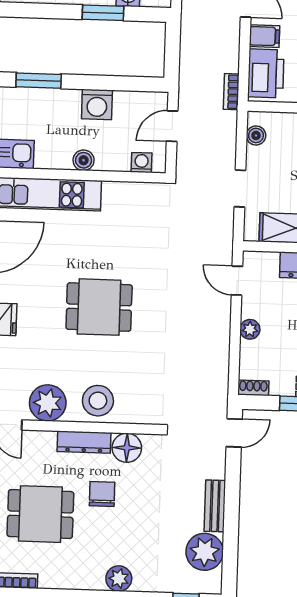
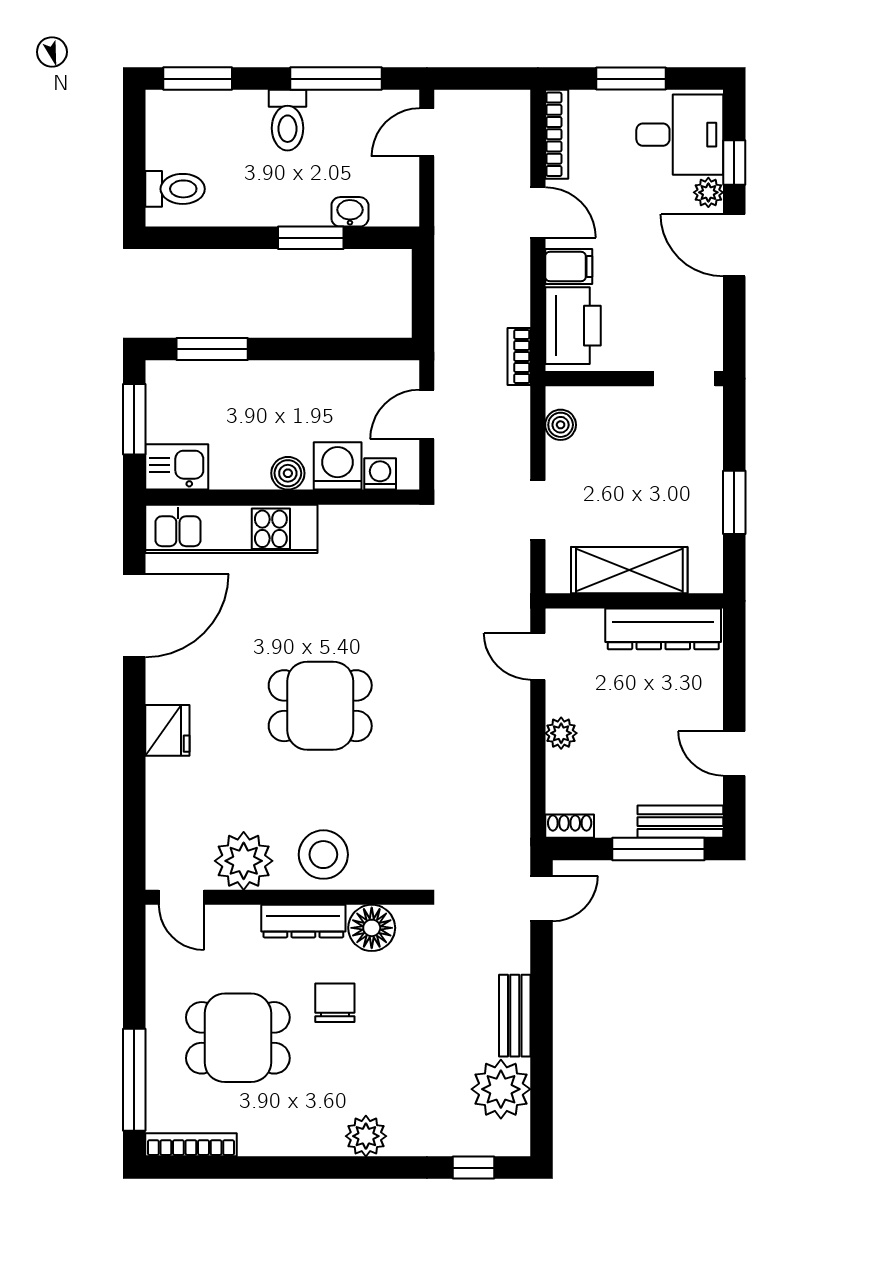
washing machine: (97, 104) -> (338, 466), moved, turned 180

